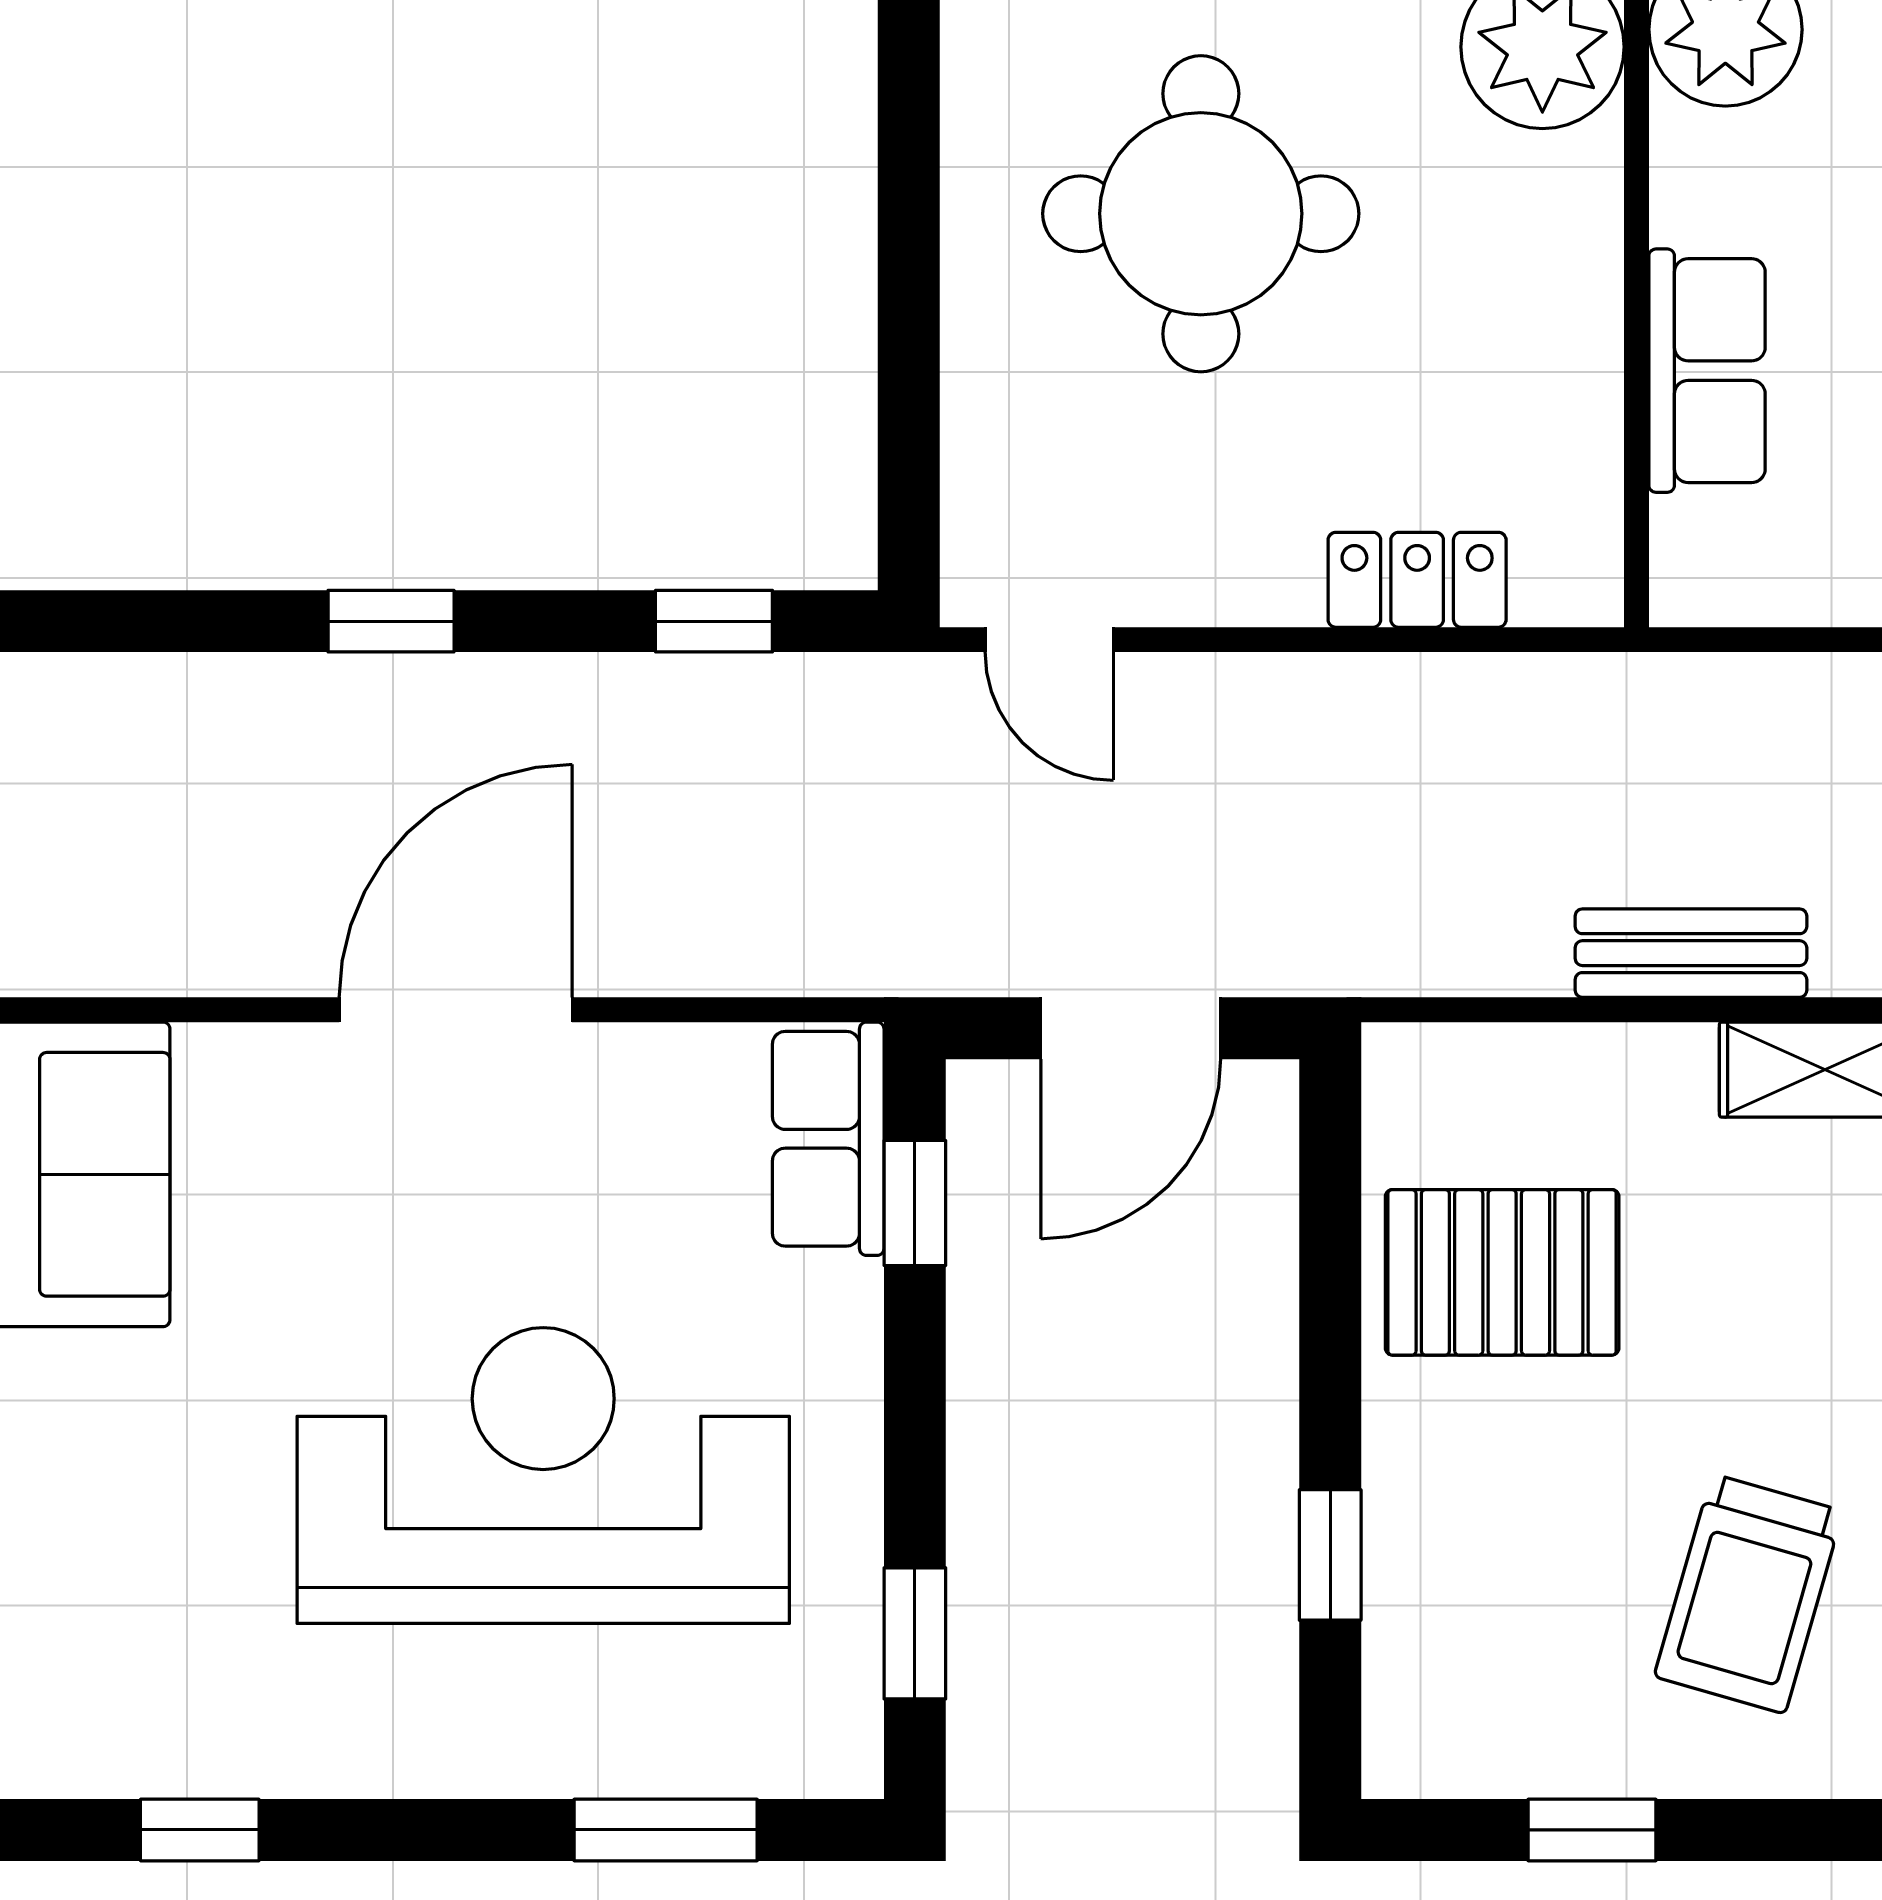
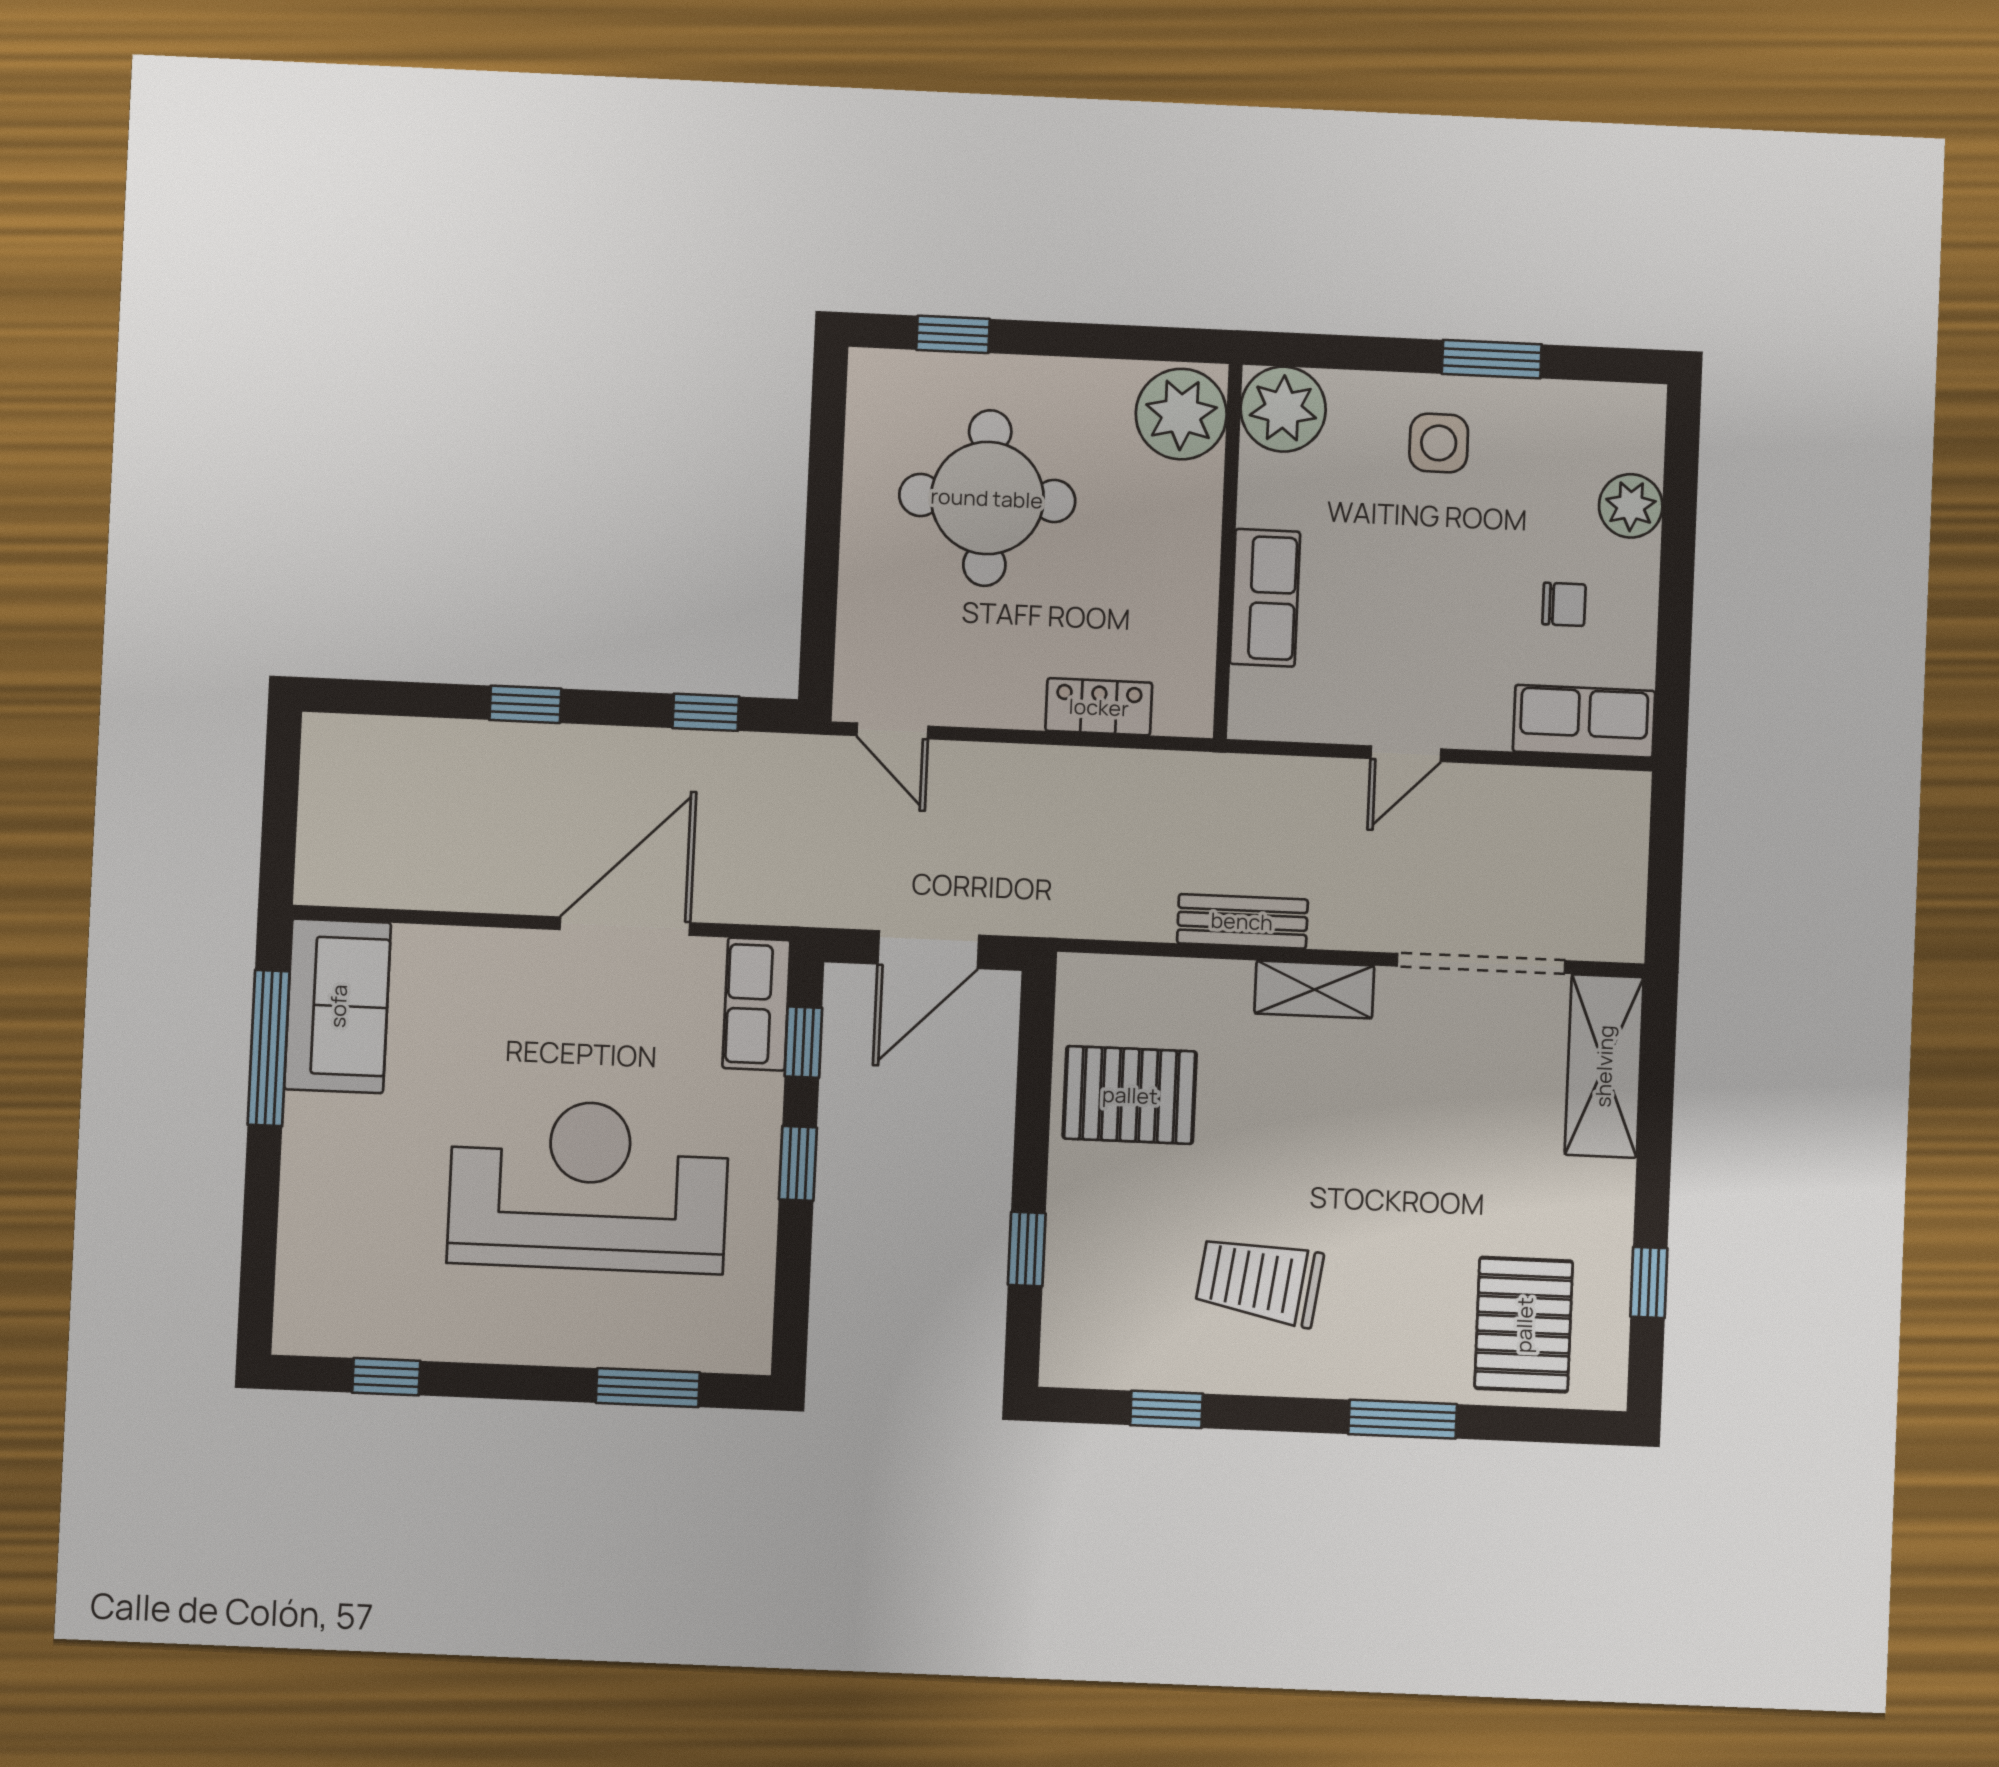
door: (456, 1010) -> (625, 926), moved
trolley: (1749, 1594) -> (1259, 1281), turned 82
window: (915, 1633) -> (798, 1163), moved

